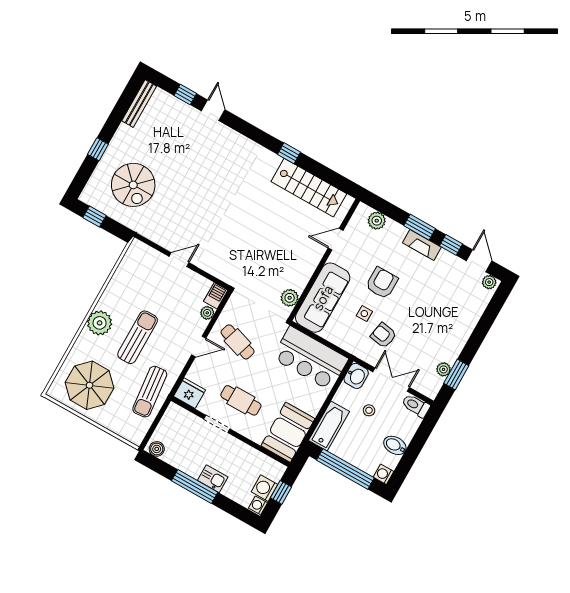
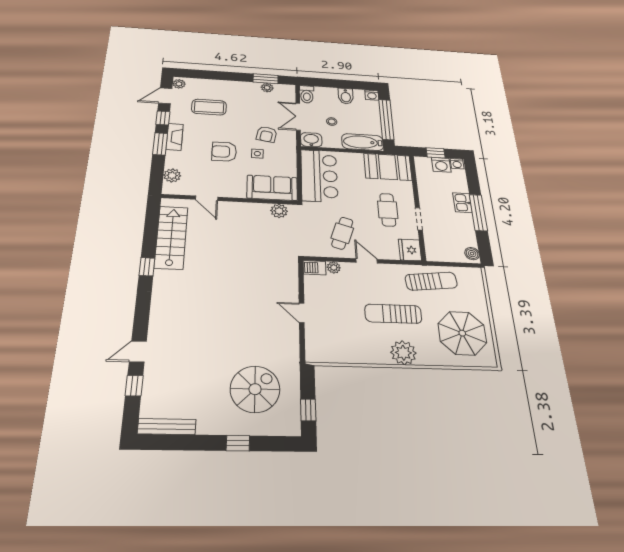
coffee table: (444, 297) -> (209, 107), added
sofa: (323, 298) -> (272, 188), width x0.73

